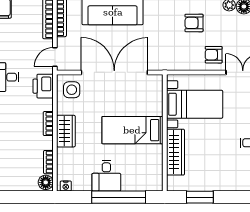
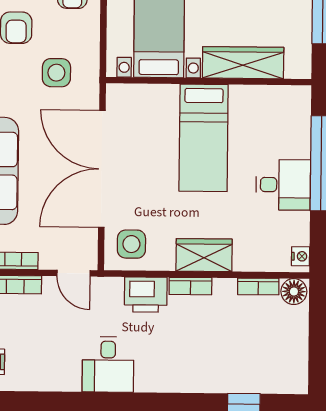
side table: (169, 46) -> (56, 73), added
printer: (43, 86) -> (146, 295), moved

